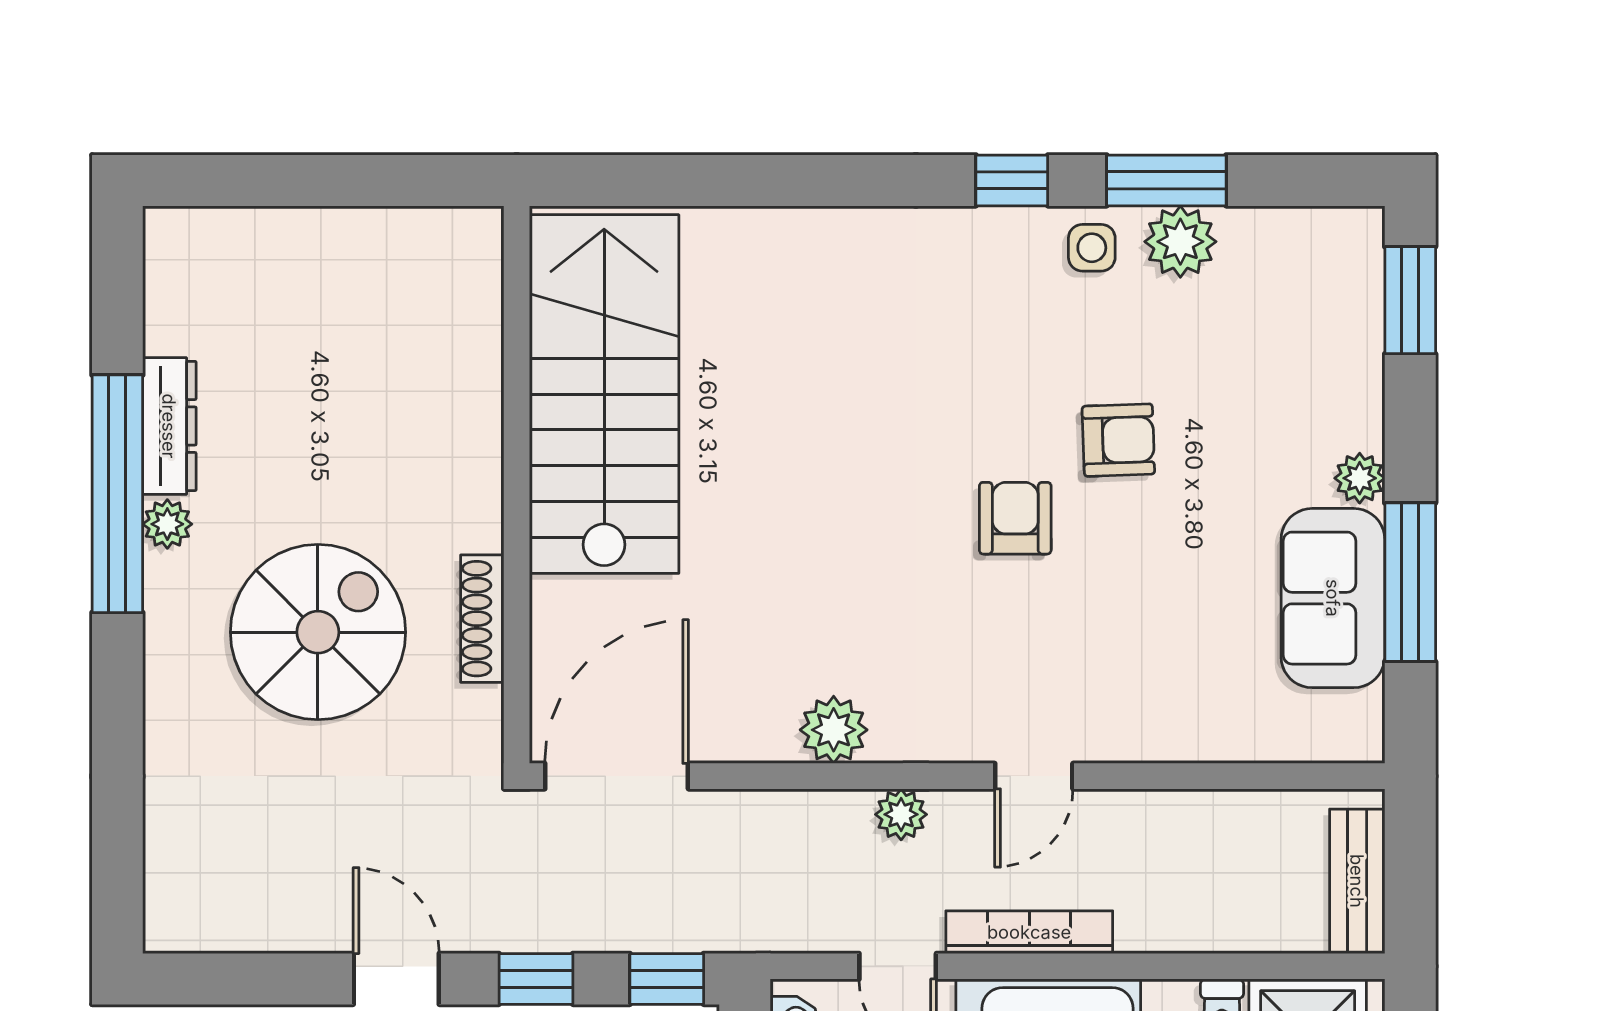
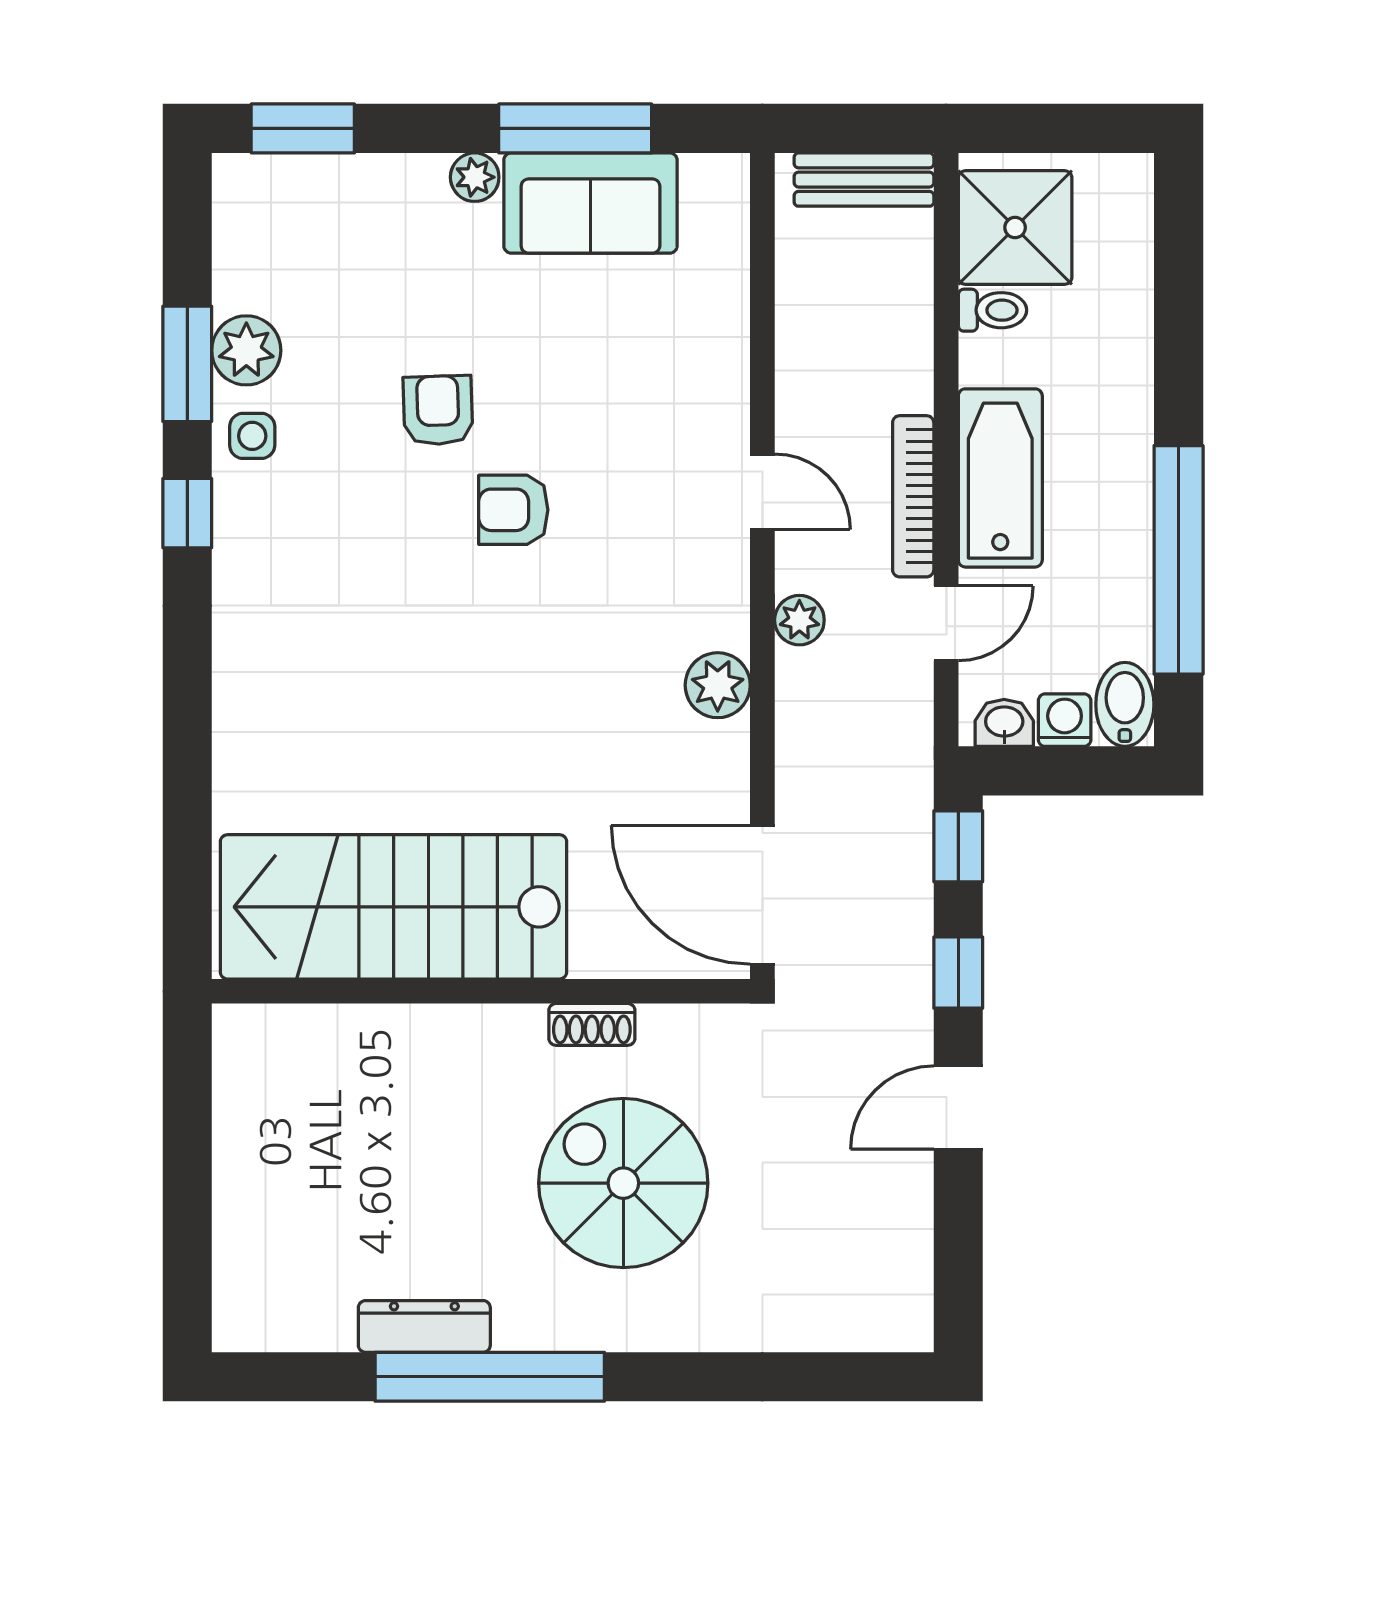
plant: (167, 524) -> (519, 1329), removed
shoe rack: (482, 619) -> (592, 1024), width x0.70

